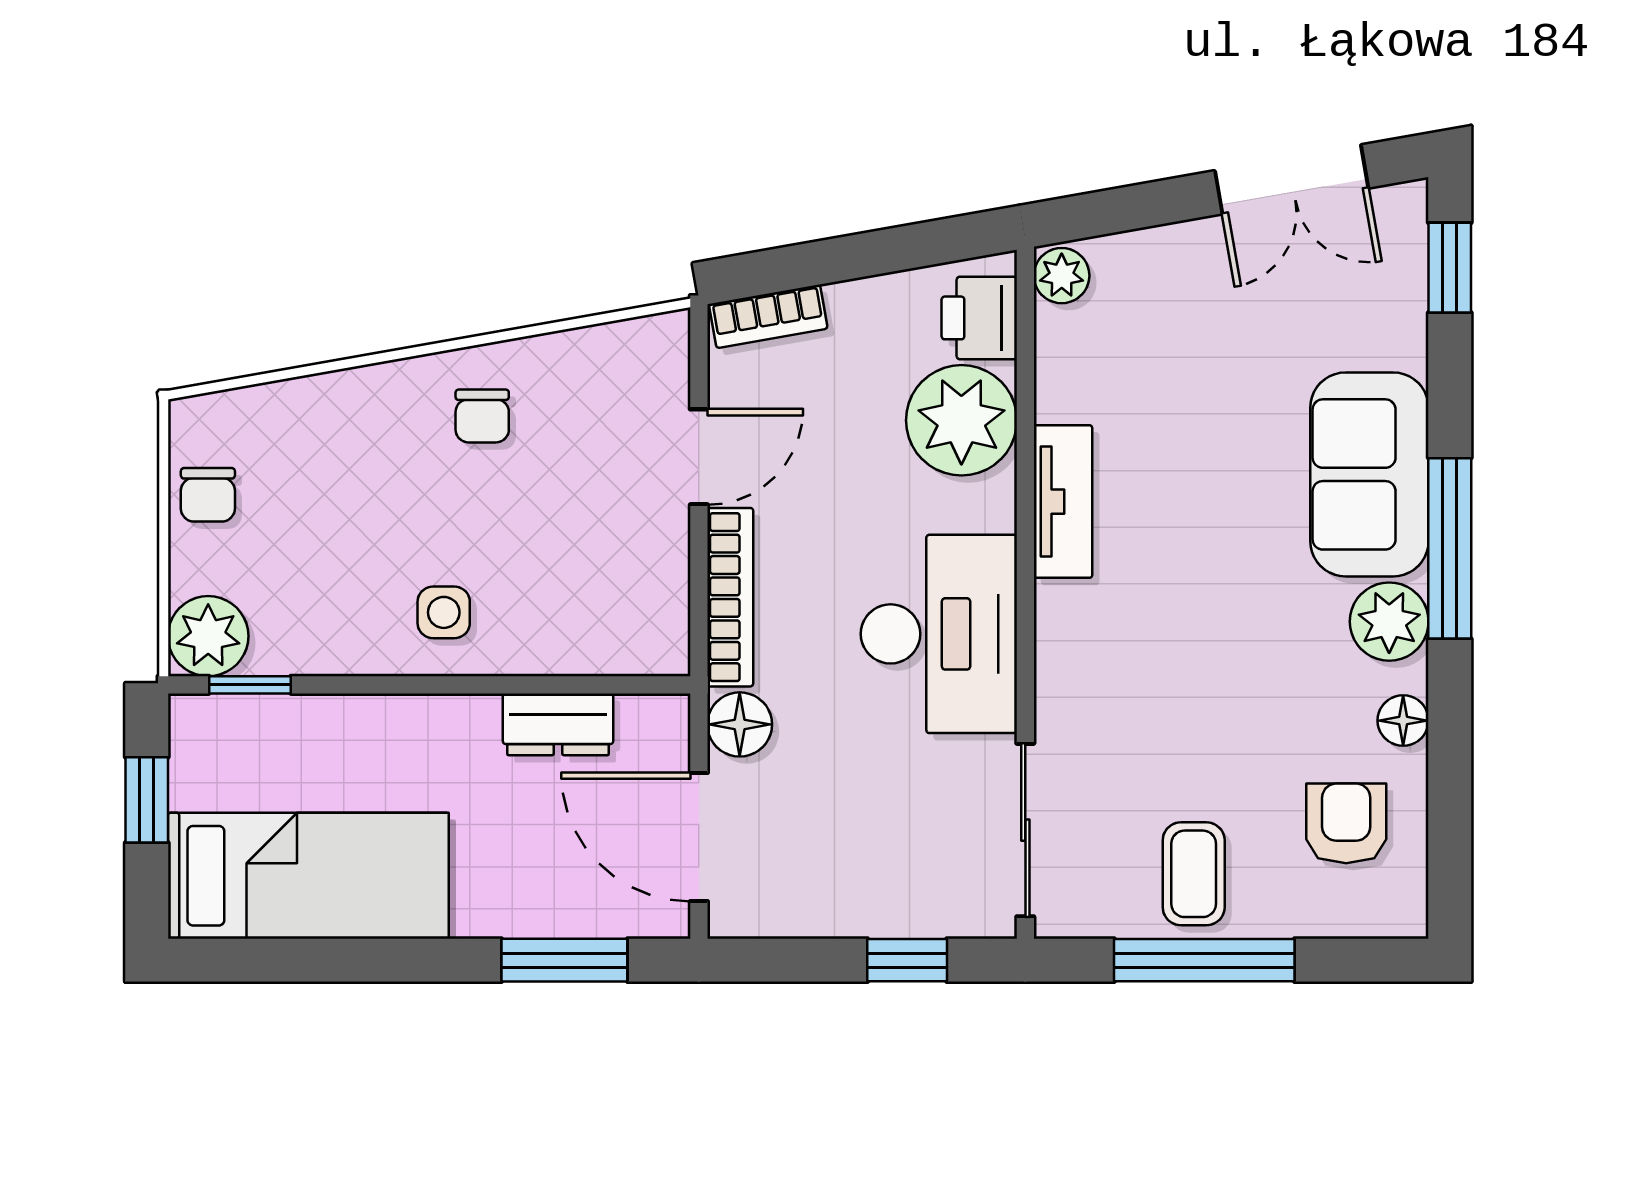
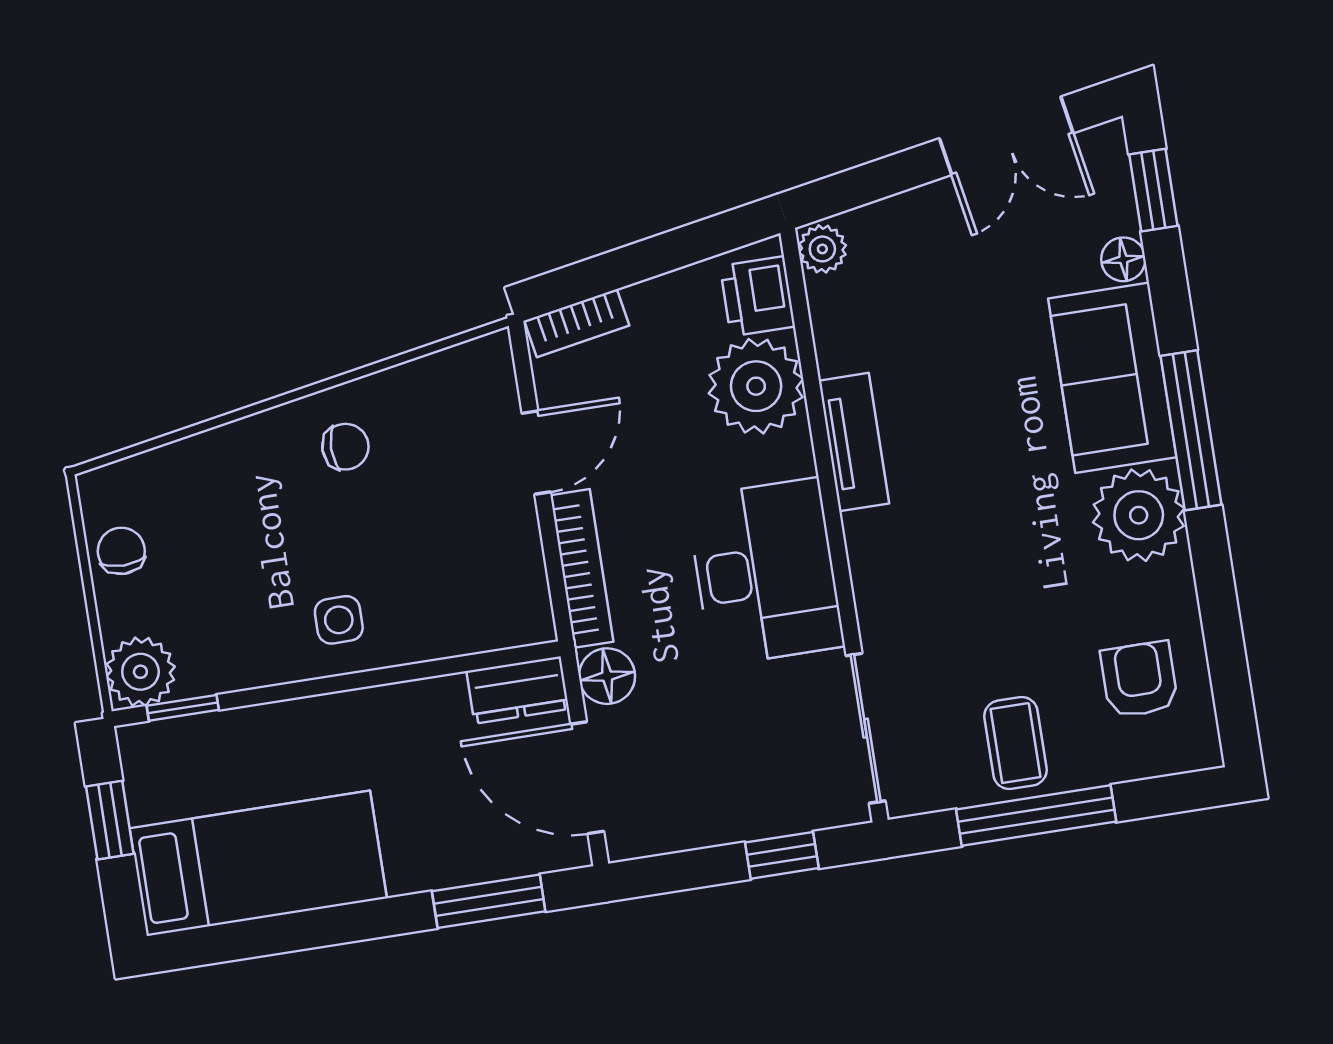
chair: (482, 416) -> (345, 447), turned -90
chair: (208, 495) -> (121, 551), turned 180
plant: (1389, 622) -> (1139, 515), width x1.36, depth x1.36
floor lamp: (1403, 721) -> (1123, 259), moved
dresser: (558, 724) -> (518, 690), moved

